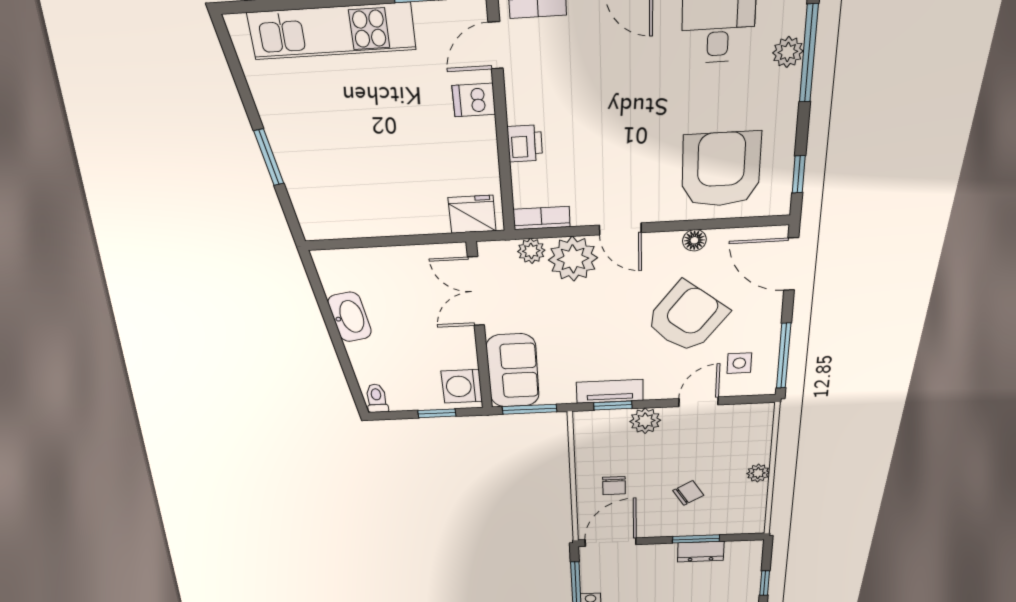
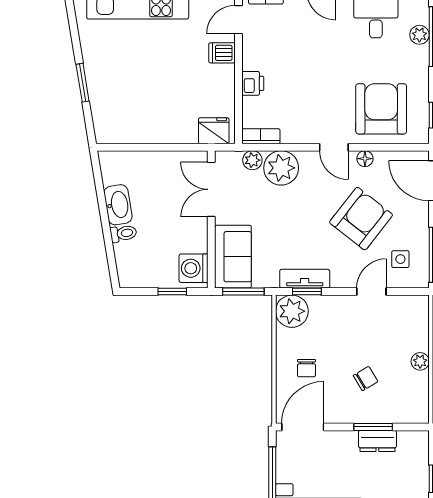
door: (620, 229) -> (334, 147), moved
toilet: (377, 398) -> (123, 233), moved, turned 81
plant: (645, 421) -> (292, 311), moved, width x1.36, depth x1.36

